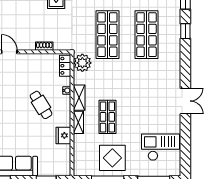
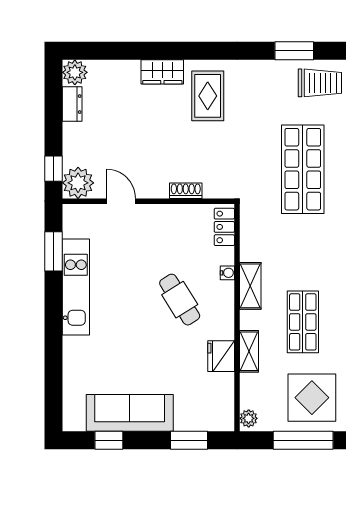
plant: (82, 63) -> (249, 418), moved, width x0.53, depth x0.53
shelving: (78, 122) -> (249, 351), moved

